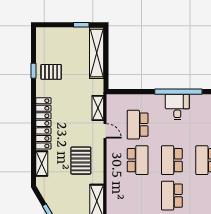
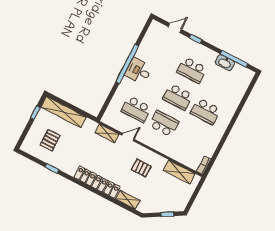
pallet: (51, 72) -> (50, 140), moved
pallet: (81, 161) -> (141, 168), width x0.67, depth x0.71

